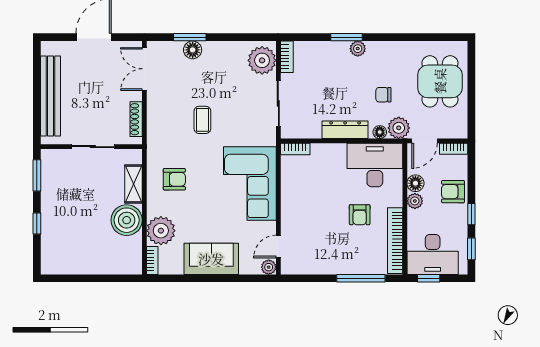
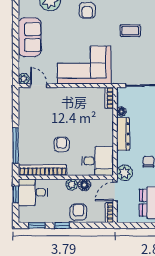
floor lamp: (380, 132) -> (121, 112), moved
door: (425, 141) -> (115, 191), hinge flipped
desk: (375, 165) -> (98, 161), width x0.73
armchair: (360, 215) -> (62, 145), turned 90
desk: (433, 254) -> (33, 192), width x0.73

